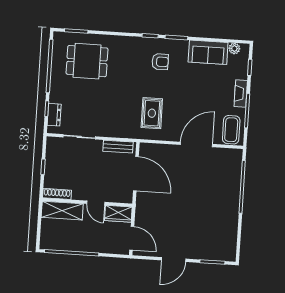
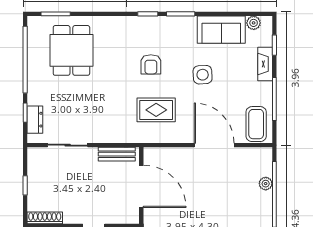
dining table: (87, 61) -> (71, 50), turned 90
armchair: (160, 62) -> (151, 64), moved, turned 90
side table: (191, 87) -> (203, 75), added
fireplace: (241, 94) -> (265, 64), moved
rug: (152, 113) -> (156, 110), turned 90
door: (196, 144) -> (214, 145), hinge flipped
plant: (236, 178) -> (266, 184), added

